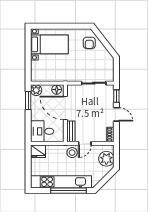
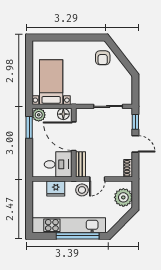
bed with nightstands: (49, 44) -> (51, 82), moved, turned -90
desk: (42, 131) -> (58, 164), moved, turned 180
fridge: (38, 151) -> (56, 188), moved

